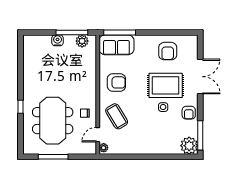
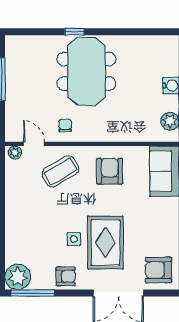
armchair: (168, 51) -> (159, 270), moved
armchair: (116, 82) -> (110, 171), turned 180
armchair: (189, 113) -> (66, 276), turned 180
meeting table: (53, 121) -> (86, 71), moved, turned 90

